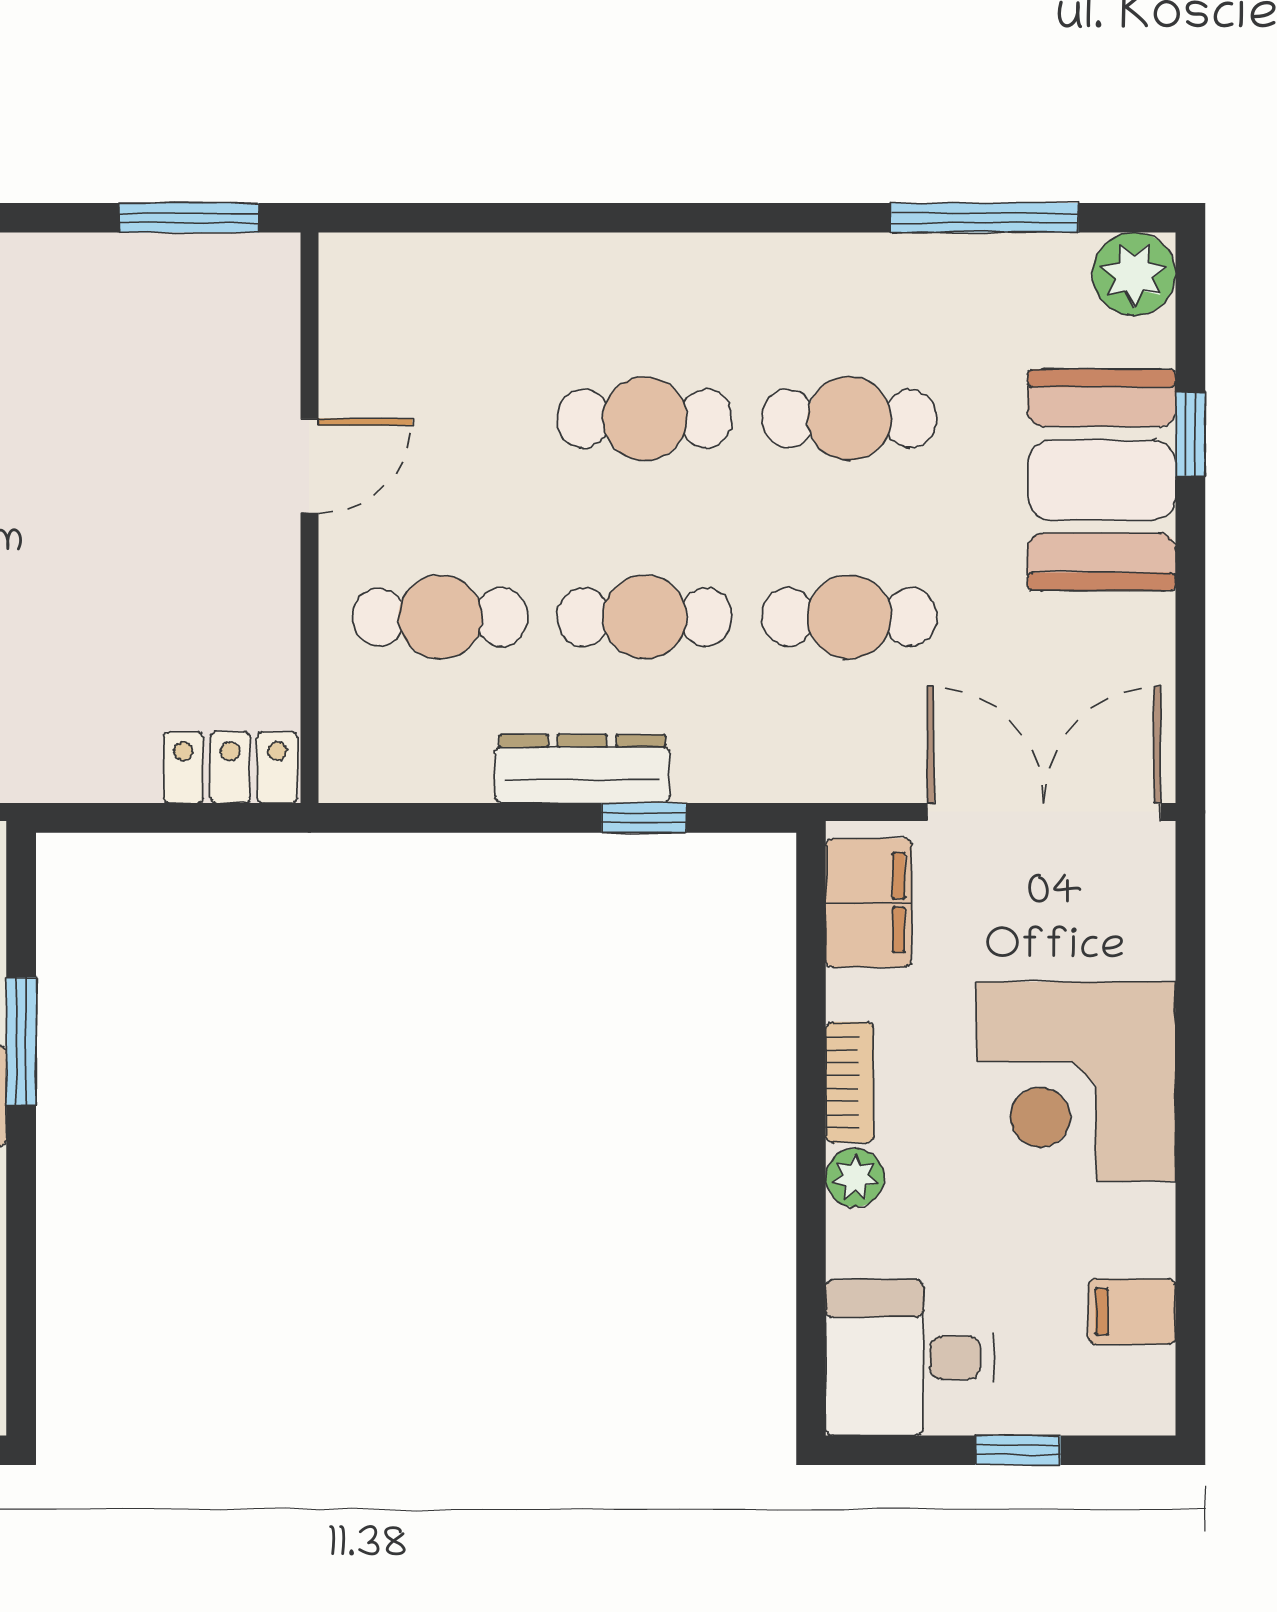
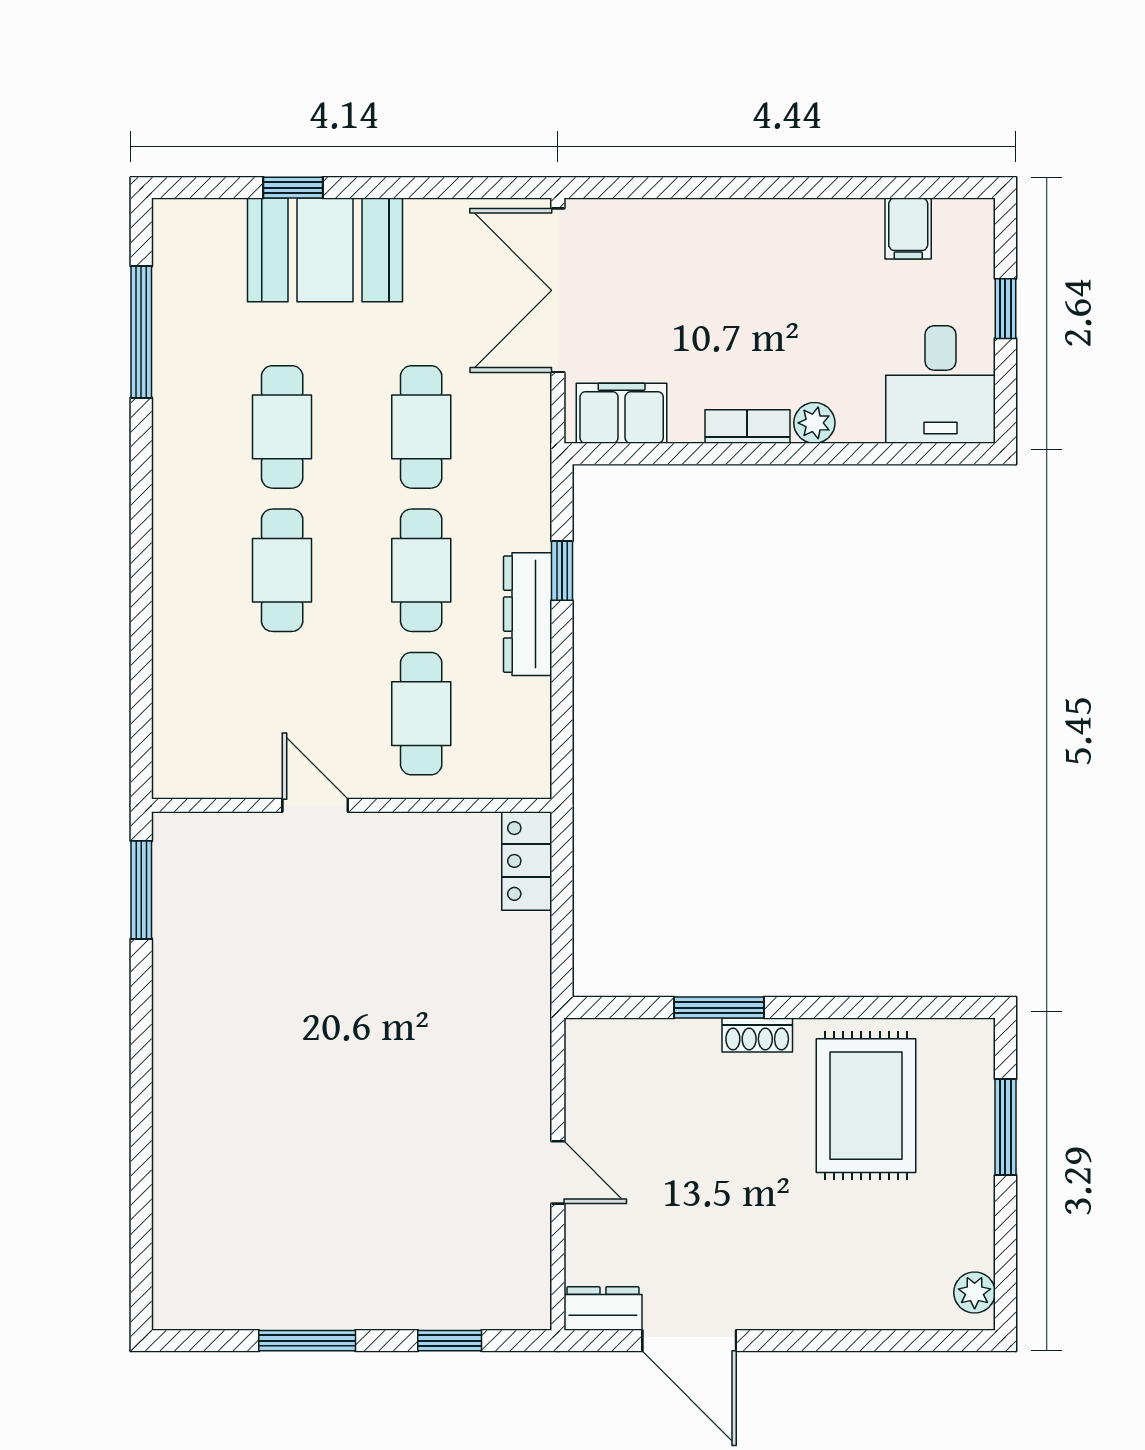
plant: (1134, 274) -> (181, 227), removed
corner desk: (1076, 1081) -> (747, 268), removed

